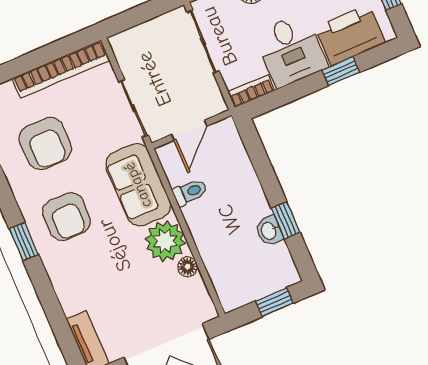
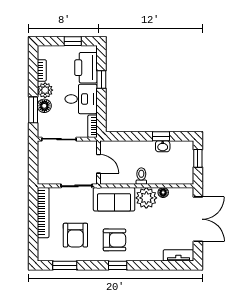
armchair: (45, 144) -> (75, 235), turned 90
toilet: (190, 192) -> (141, 176), moved

